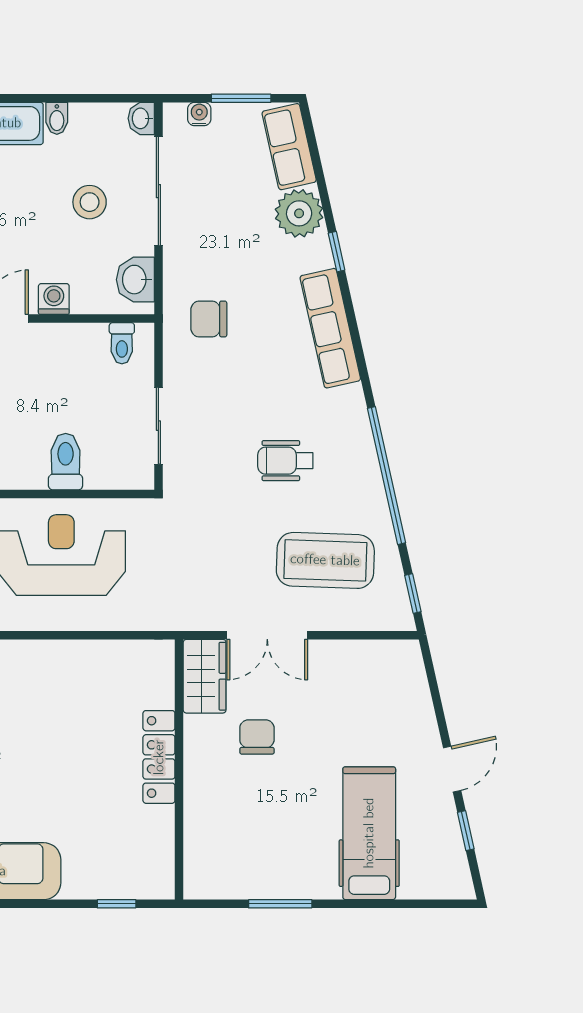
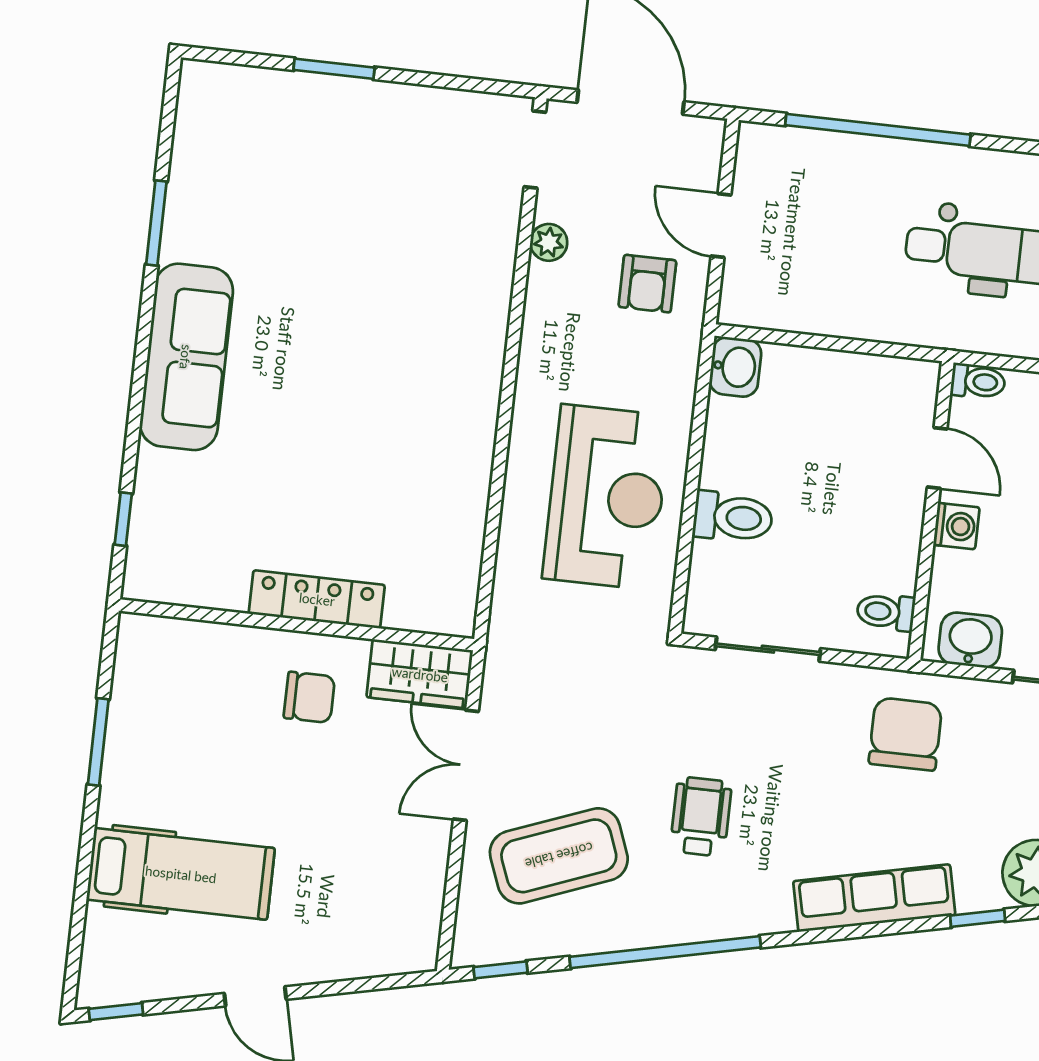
chair: (209, 319) -> (905, 734), width x1.37, depth x1.37
coffee table: (325, 560) -> (559, 856), turned 67
chair: (257, 737) -> (309, 697), moved
window: (466, 831) -> (116, 1012), moved

